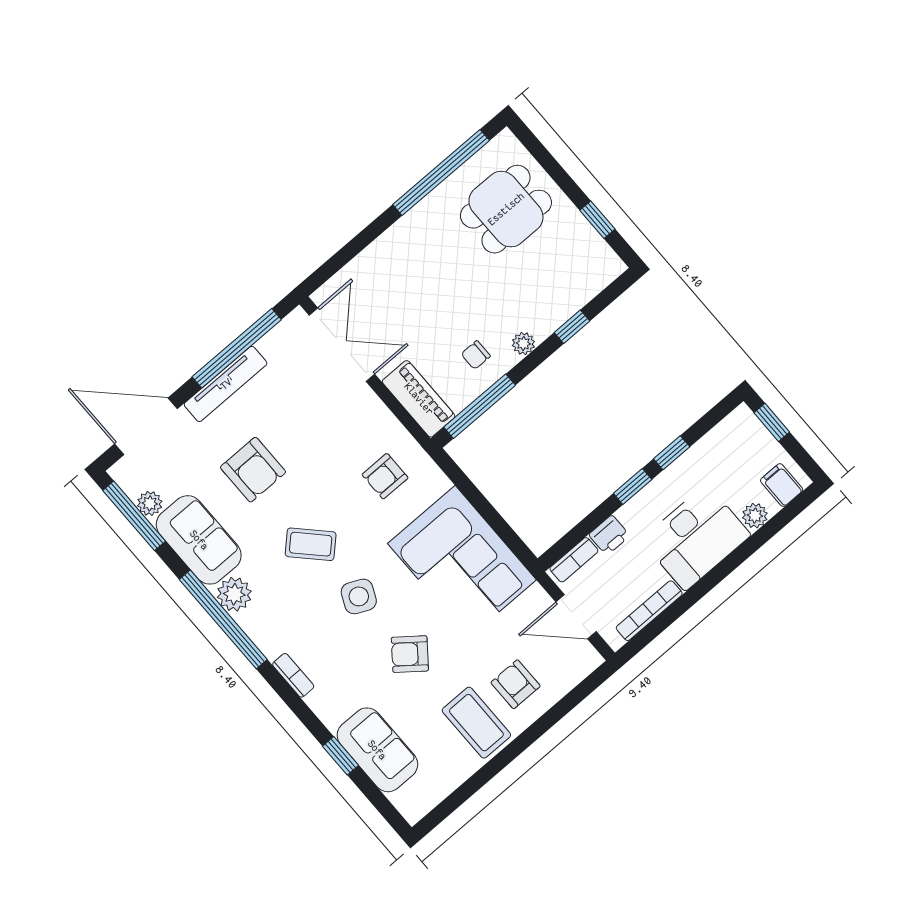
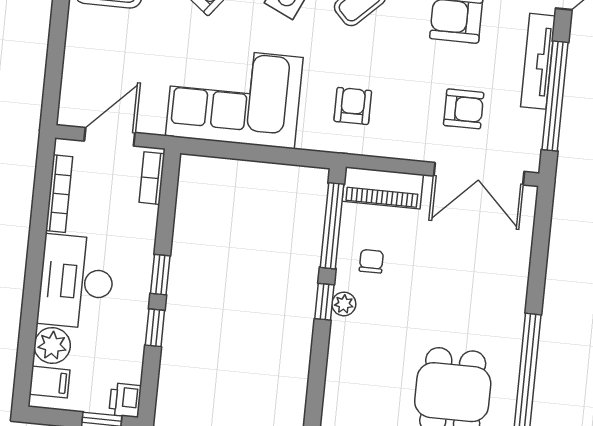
window: (572, 327) -> (324, 302), moved
plant: (755, 516) -> (52, 345), width x1.38, depth x1.38
printer: (609, 535) -> (125, 400), moved
armchair: (516, 684) -> (464, 109), moved

